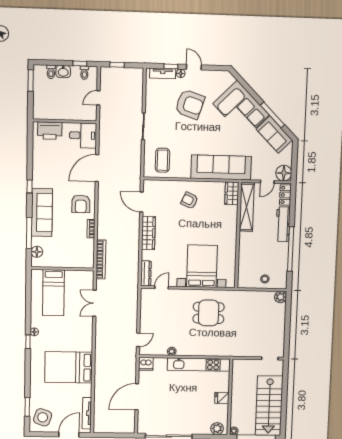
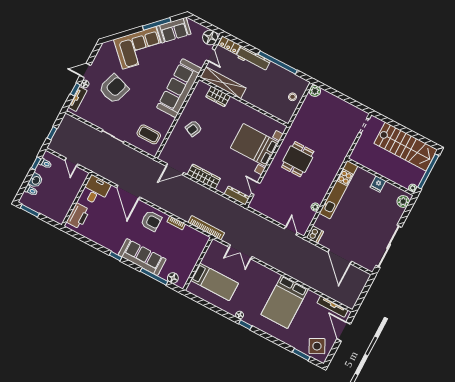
wardrobe: (232, 193) -> (218, 96), moved
side table: (43, 417) -> (317, 346), turned 45

